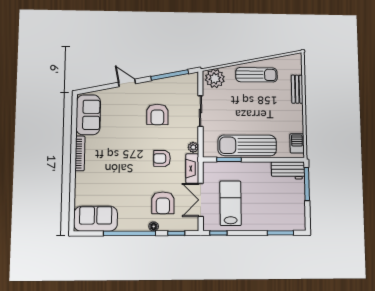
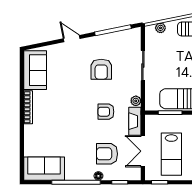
plant: (215, 78) -> (160, 28), width x0.53, depth x0.53
armchair: (163, 203) -> (107, 154), turned 90
lab bench: (230, 203) -> (171, 154), turned 180

